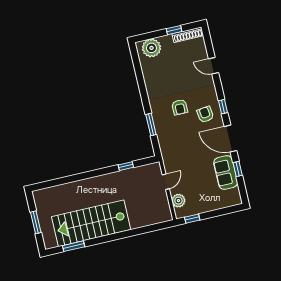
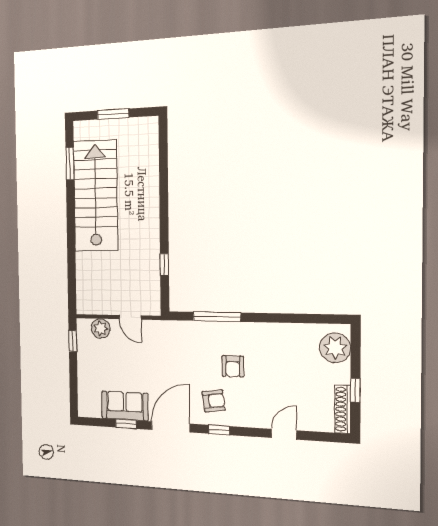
armchair: (180, 107) -> (233, 366), turned -90
window: (151, 124) -> (217, 317), width x1.44

